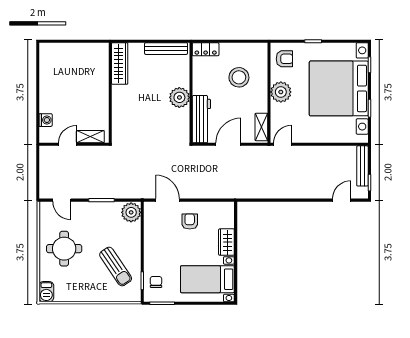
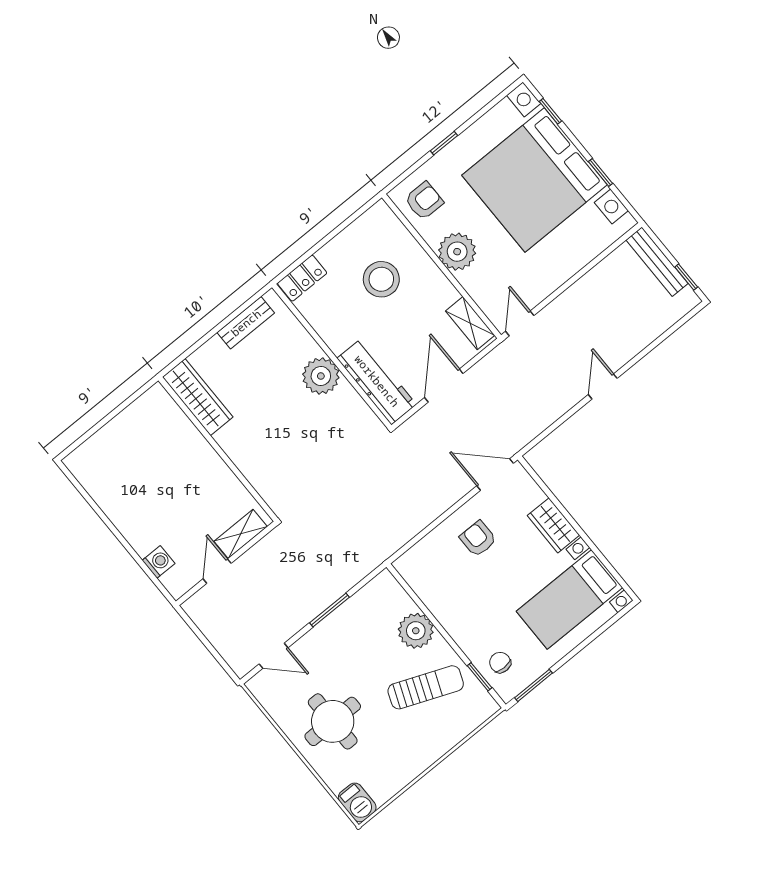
bench: (166, 49) -> (246, 323), width x0.73
door: (168, 200) -> (495, 475), moved
door: (342, 200) -> (603, 386), moved
plant: (131, 212) -> (416, 631), moved
sun lounger: (116, 267) -> (426, 687), turned -34

